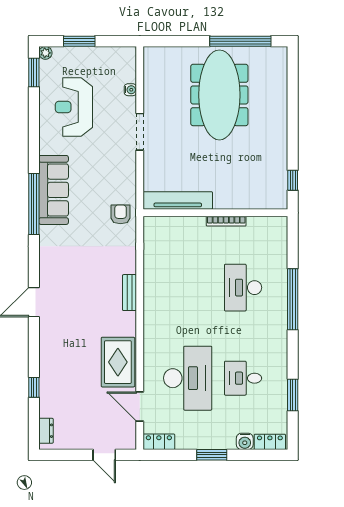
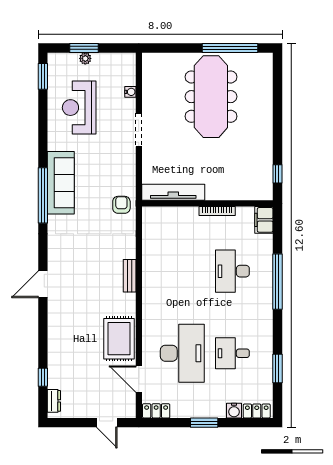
plant: (45, 53) -> (85, 58), moved
filing cabinet: (278, 231) -> (264, 220), added
window: (34, 387) -> (43, 377), moved

